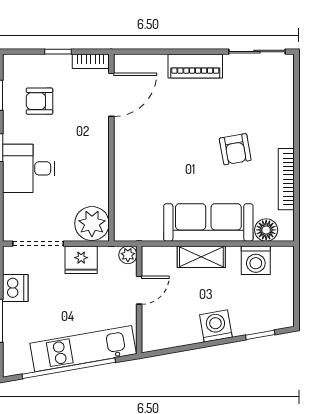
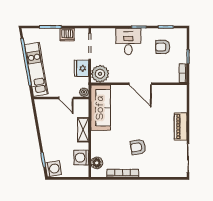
door: (111, 95) -> (140, 84), moved
armchair: (40, 101) -> (163, 47), turned -90
sofa: (208, 222) -> (101, 108), moved
washing machine: (216, 326) -> (53, 169), moved

